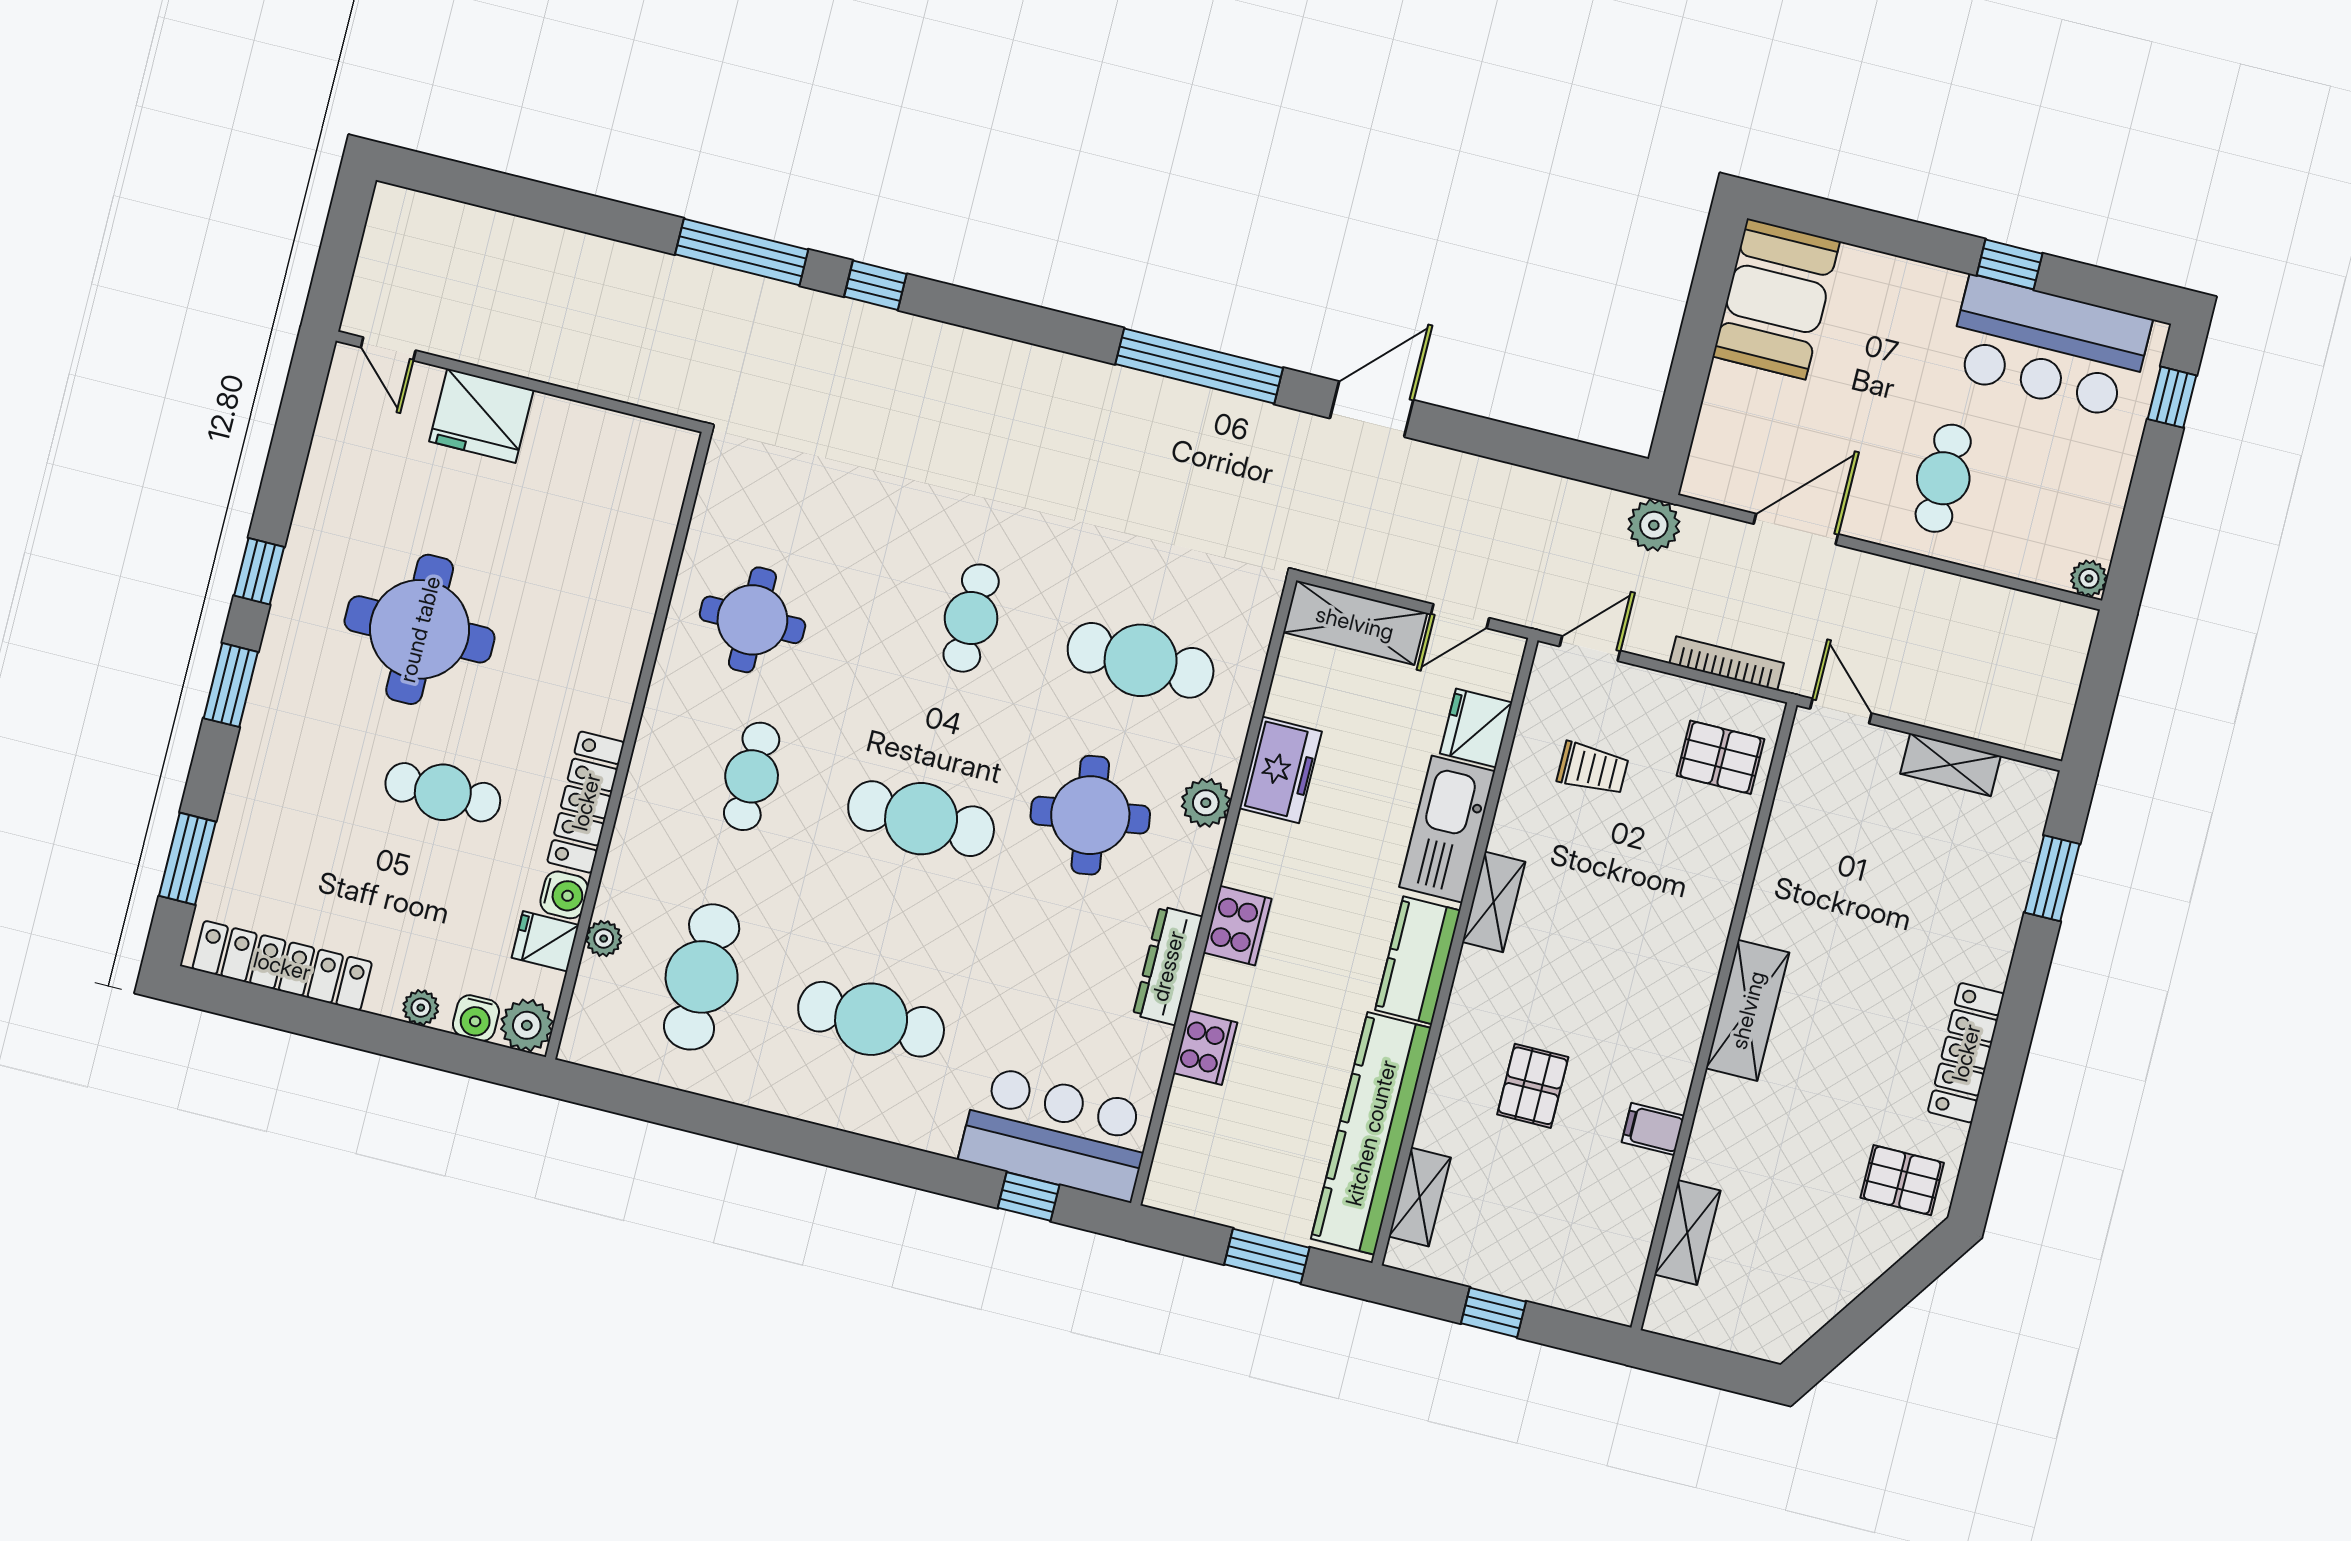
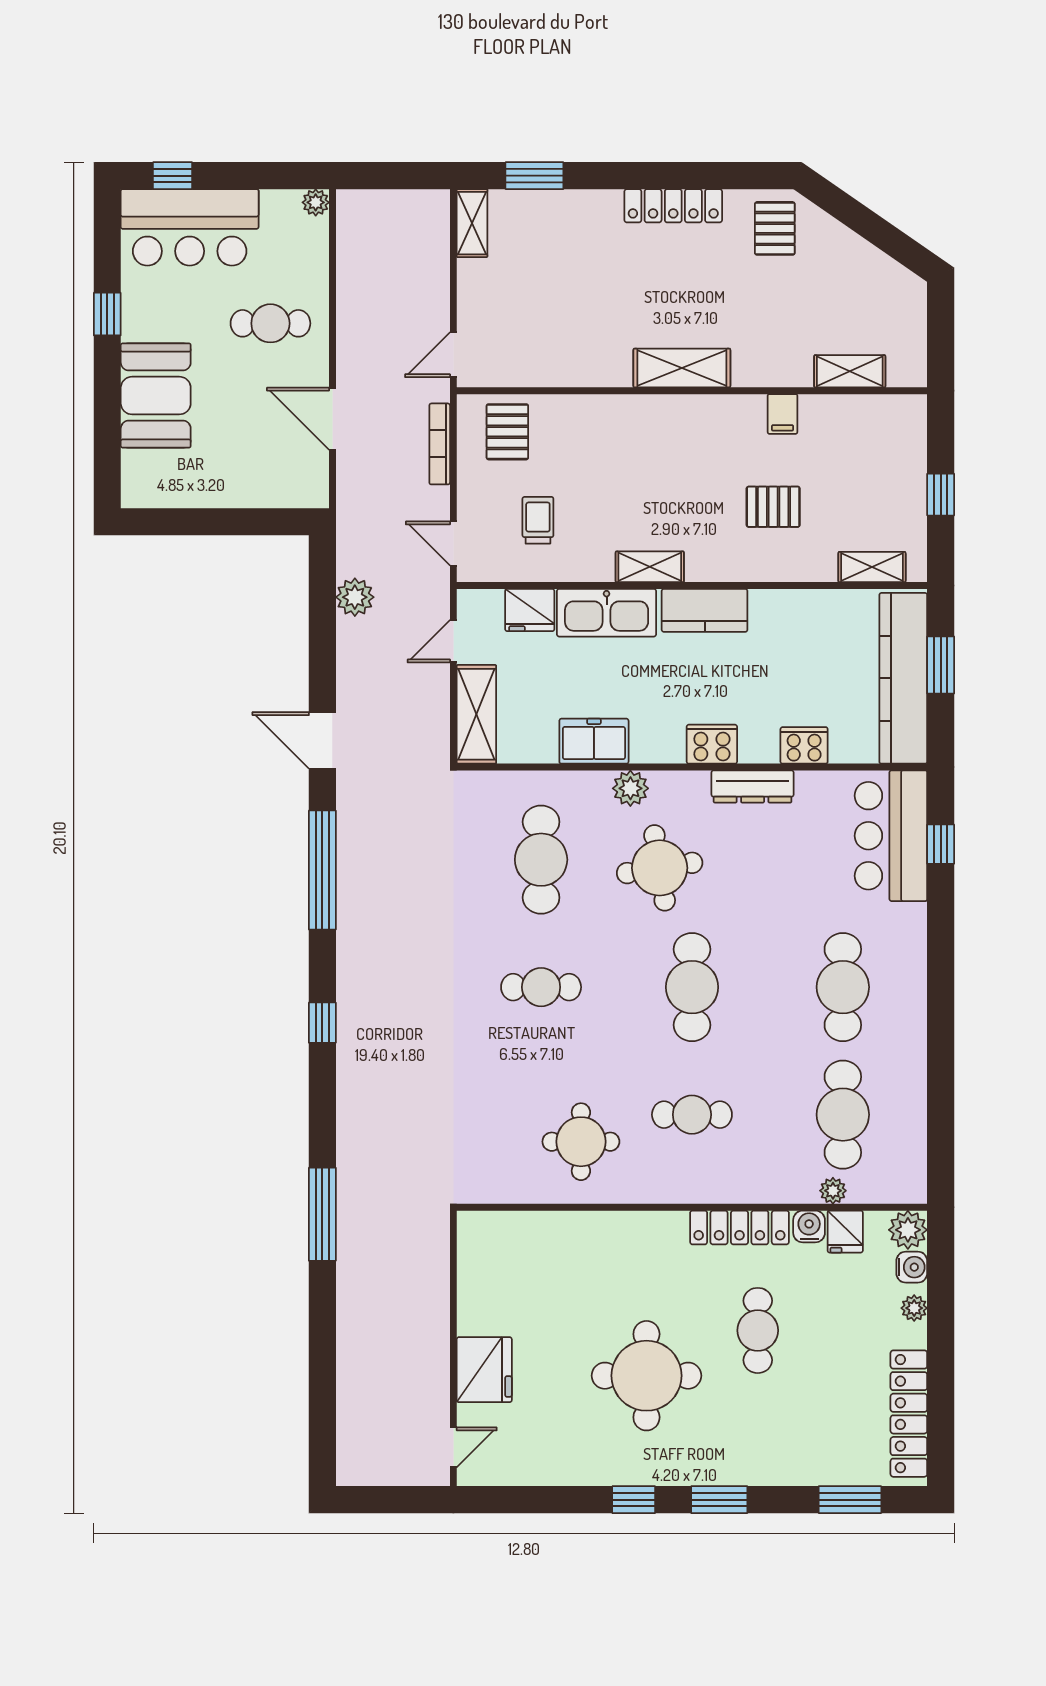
window: (875, 285) -> (322, 1023), moved
booth: (1776, 299) -> (156, 396), moved, turned 90
bar counter: (2049, 347) -> (190, 227), moved, turned 90
plant: (1654, 525) -> (355, 597), moved
door: (1460, 616) -> (453, 641), swing flipped
shelving: (1950, 765) -> (472, 223), moved
cafe table: (702, 977) -> (843, 1115), turned 90
kitchen counter: (1371, 1133) -> (903, 678), moved, turned 90

